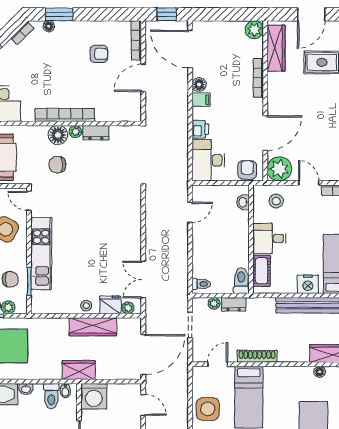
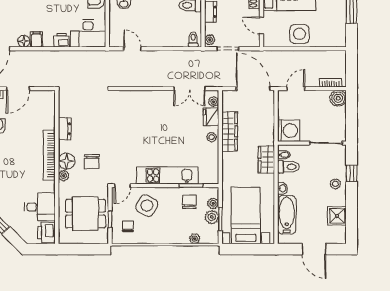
door: (143, 78) -> (18, 89), hinge flipped
plant: (75, 132) -> (64, 176), moved
plant: (214, 303) -> (210, 40), moved
wardrobe: (79, 370) -> (266, 160), moved

